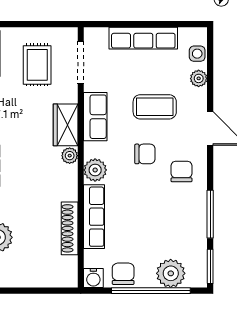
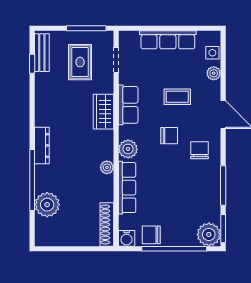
window: (45, 24) -> (86, 28), added
doorway: (81, 63) -> (116, 60), width x0.73
coffee table: (155, 107) -> (177, 97), width x0.73, depth x0.77
plant: (70, 156) -> (107, 167), moved
shoe rack: (70, 228) -> (107, 224), moved
plant: (171, 273) -> (209, 234), moved
chair: (123, 274) -> (151, 235), turned -90

